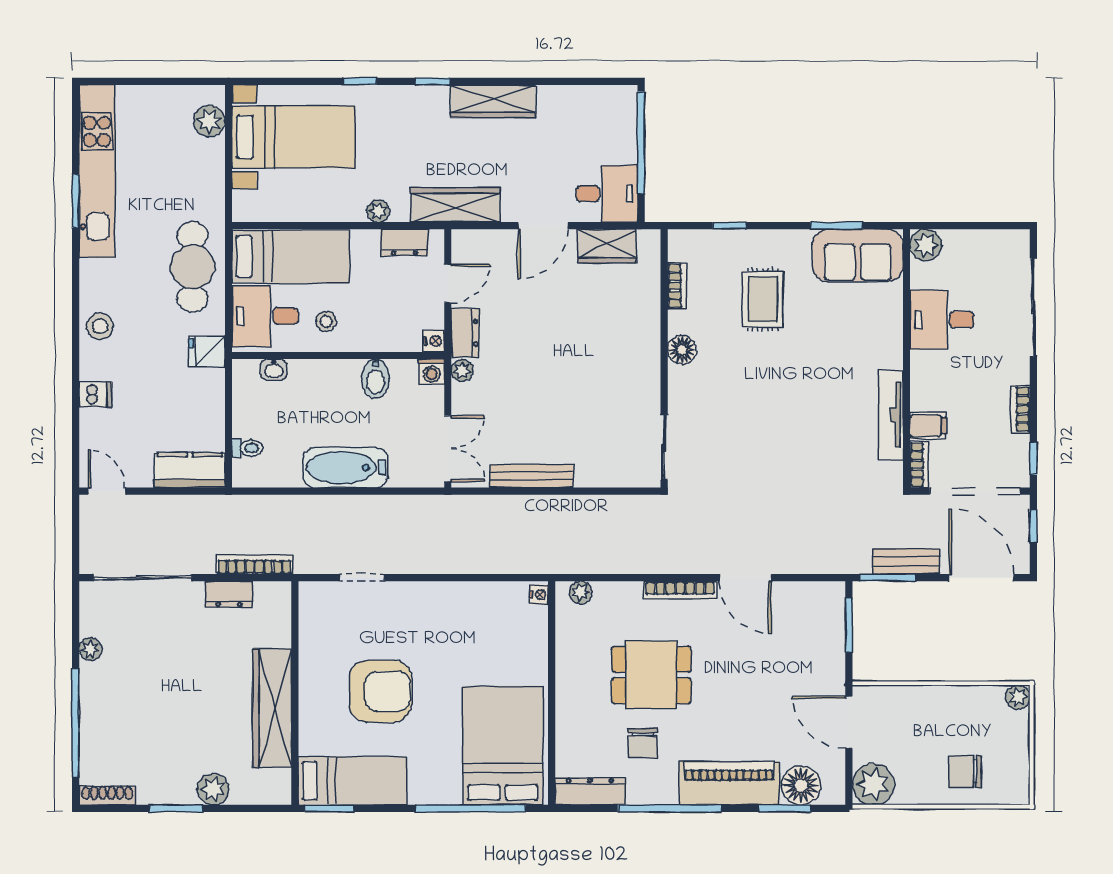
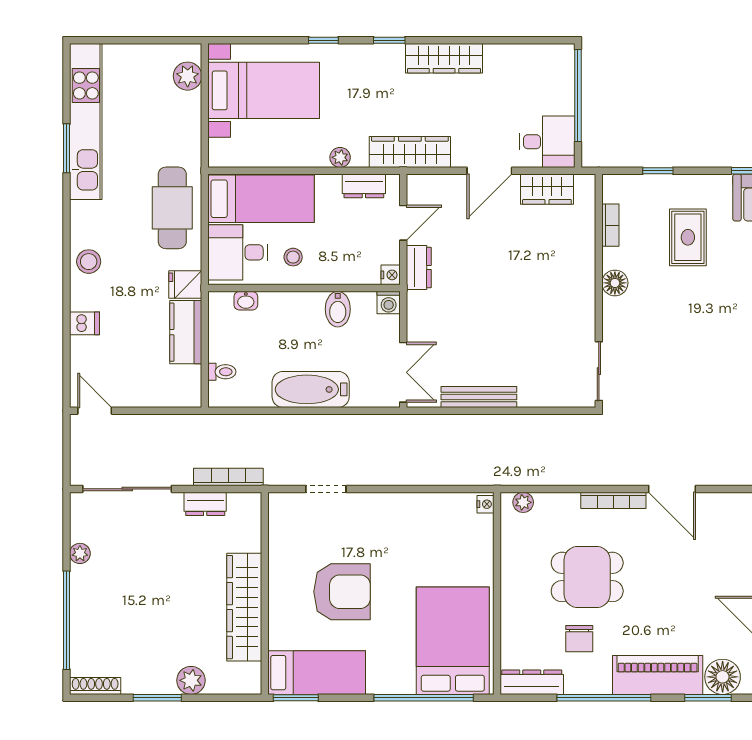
plant: (462, 370) -> (416, 302), removed
kitchen counter: (190, 470) -> (186, 332), moved, turned -90

